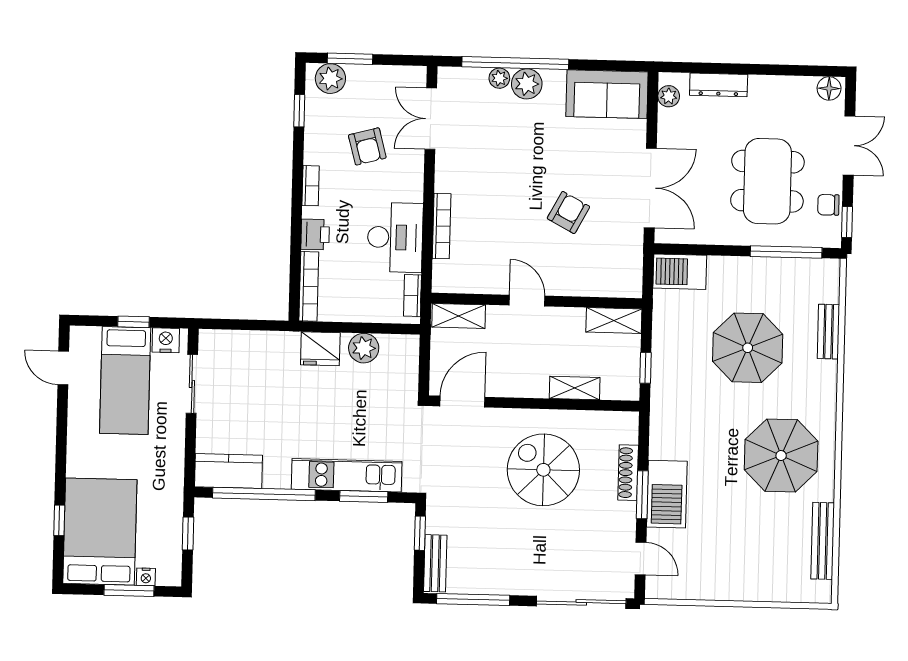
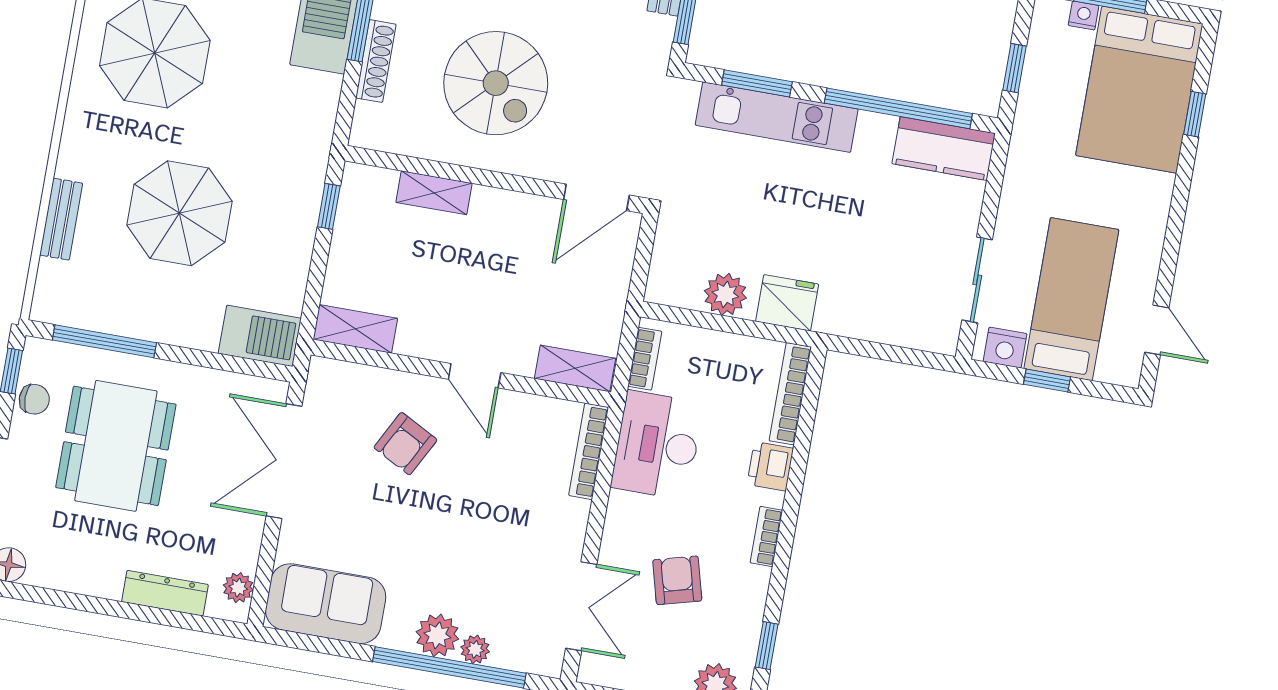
door: (527, 301) -> (475, 376), moved
wall: (537, 301) -> (461, 373), moved
shelving: (459, 316) -> (575, 368), moved
shelving: (614, 321) -> (355, 329), moved

